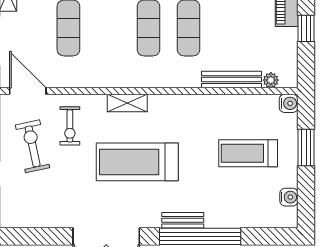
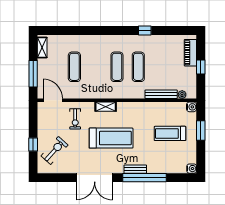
exercise bike: (33, 146) -> (54, 150), moved, turned 54
treadmill: (137, 162) -> (111, 138), turned 180
water cooler: (289, 197) -> (192, 169), moved

